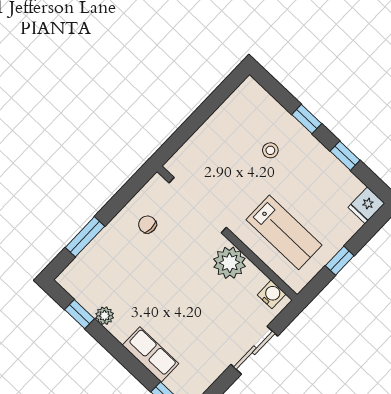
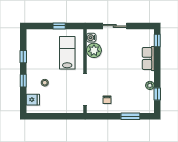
fridge: (366, 205) -> (33, 100), moved
plant: (230, 263) -> (94, 50), moved

